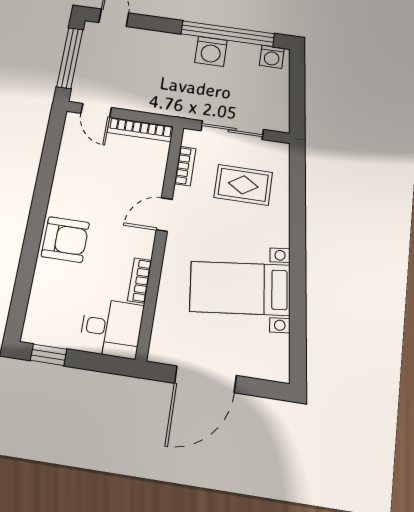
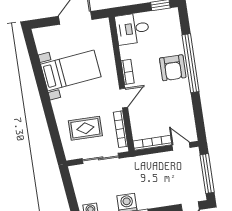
bookcase: (185, 166) -> (121, 129), width x1.56
window: (33, 238) -> (191, 63), added
armchair: (65, 239) -> (173, 68), turned -90
bookcase: (140, 280) -> (128, 72), moved

